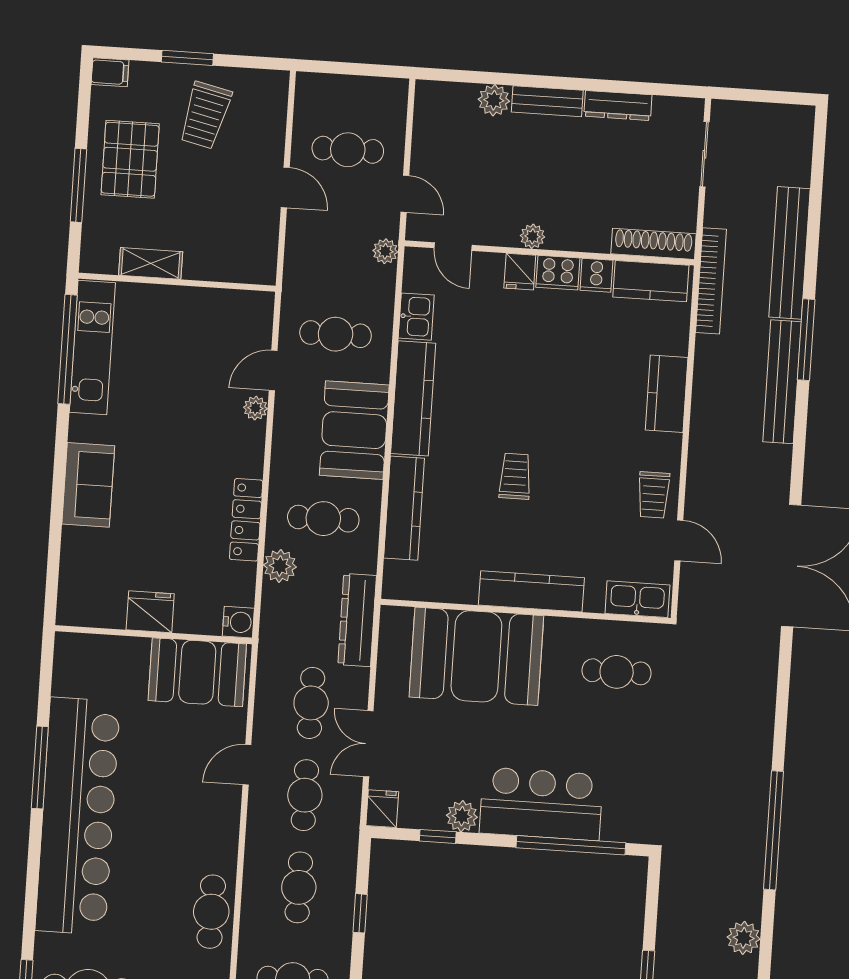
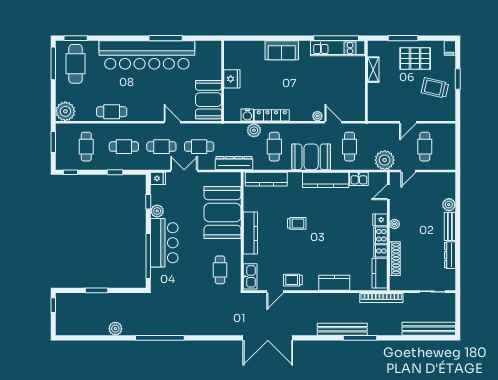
shoe rack: (654, 244) -> (395, 259), moved
plant: (385, 251) -> (385, 160), width x1.87, depth x1.87
bench: (790, 253) -> (429, 329), moved
kitchen counter: (404, 508) -> (266, 179), moved
water cooler: (238, 622) -> (247, 115), moved

